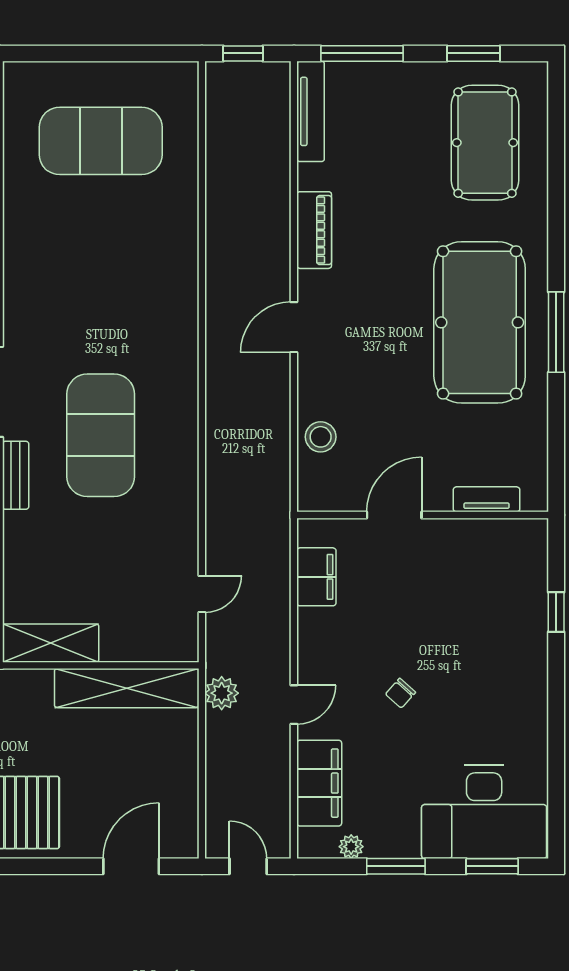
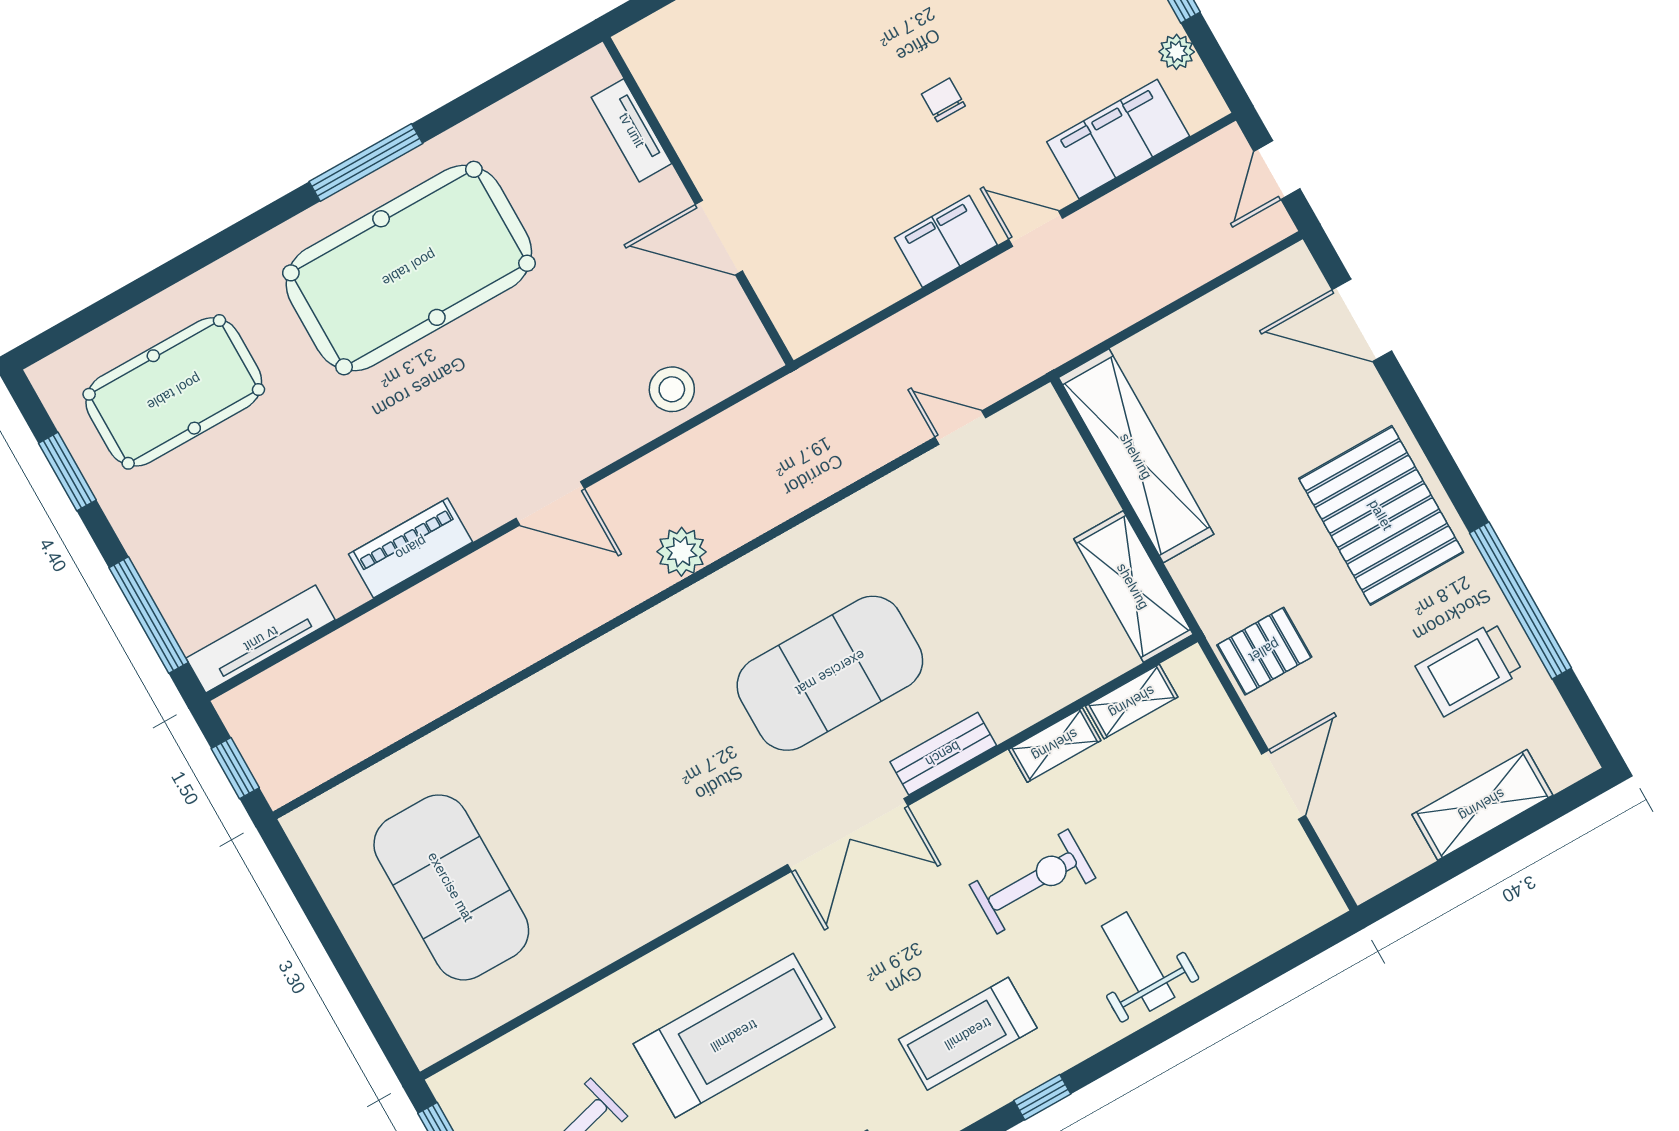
filing cabinet: (316, 577) -> (946, 241), moved
plant: (222, 693) -> (682, 552), moved
chair: (400, 693) -> (943, 100), turned -132

